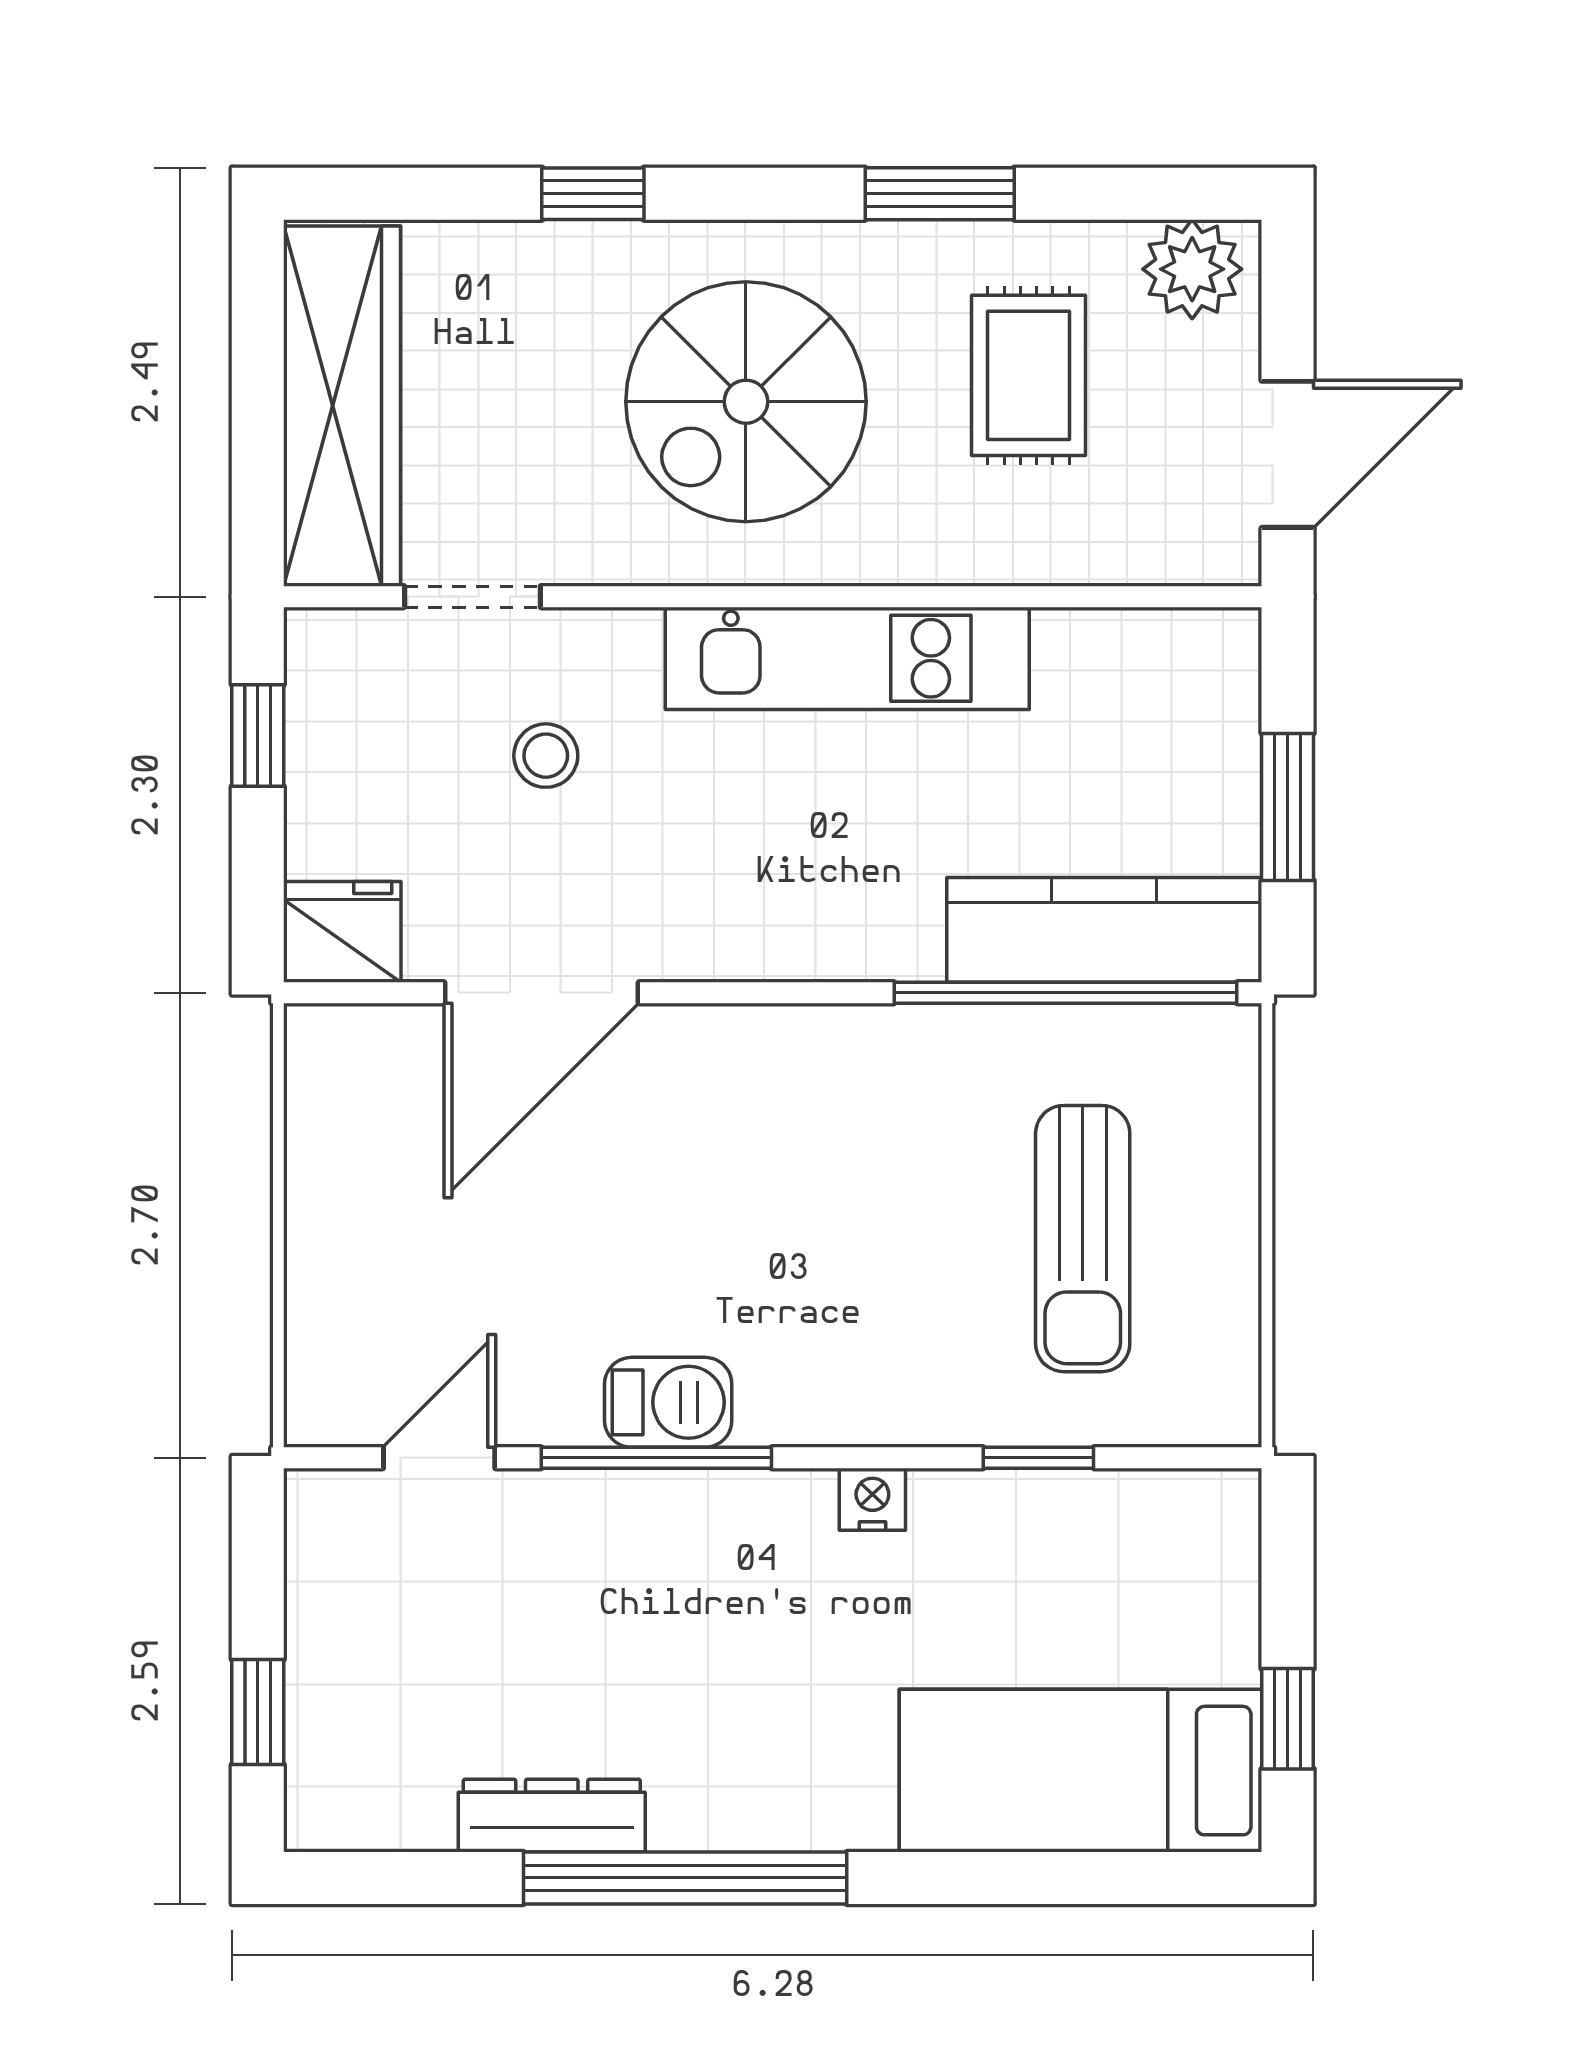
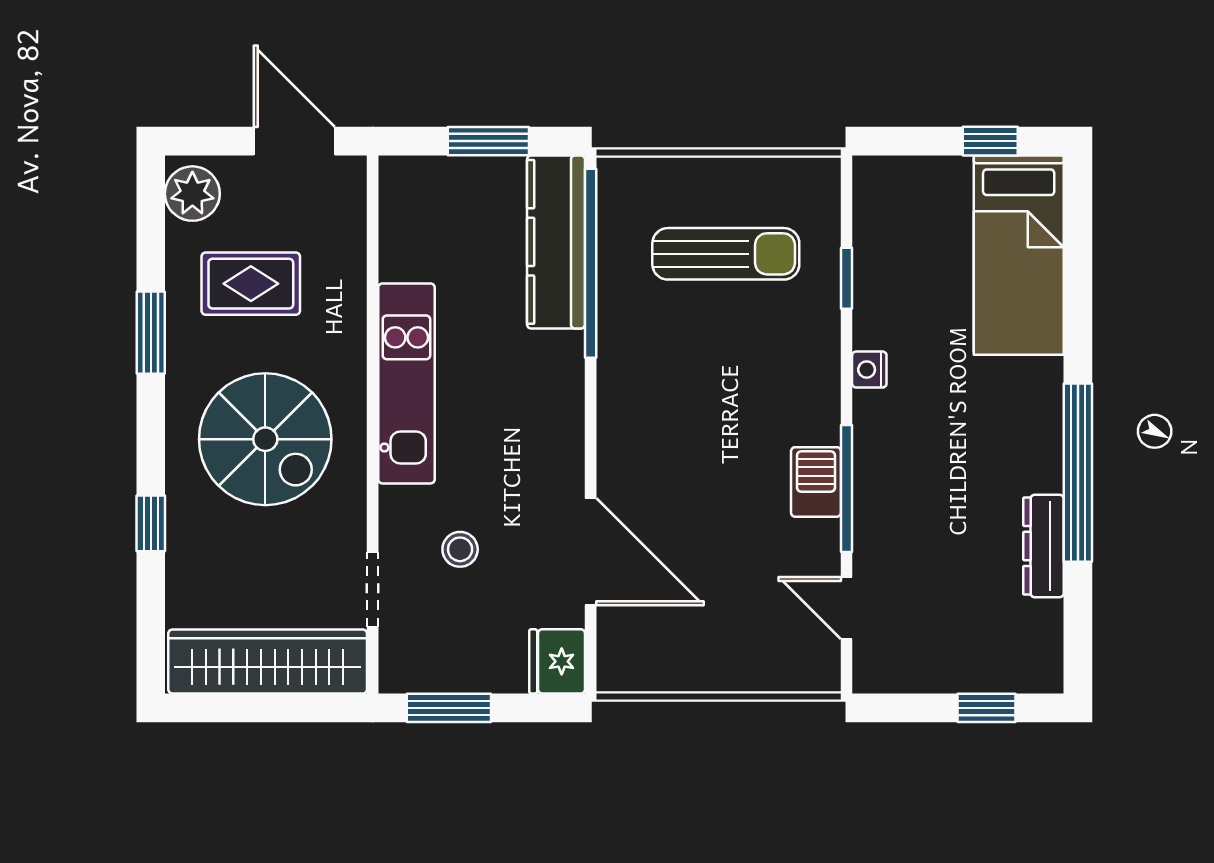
window: (258, 735) -> (449, 708), width x1.50

